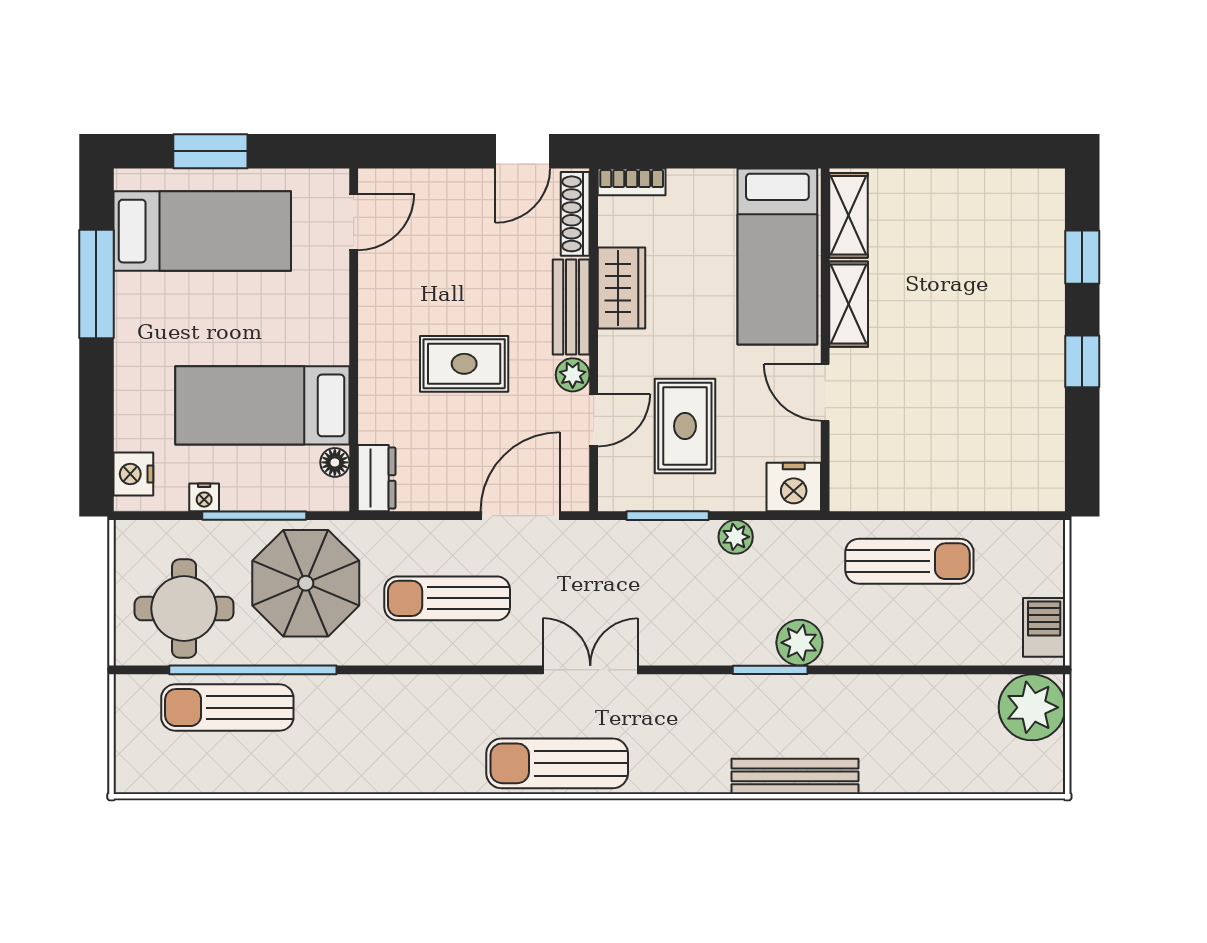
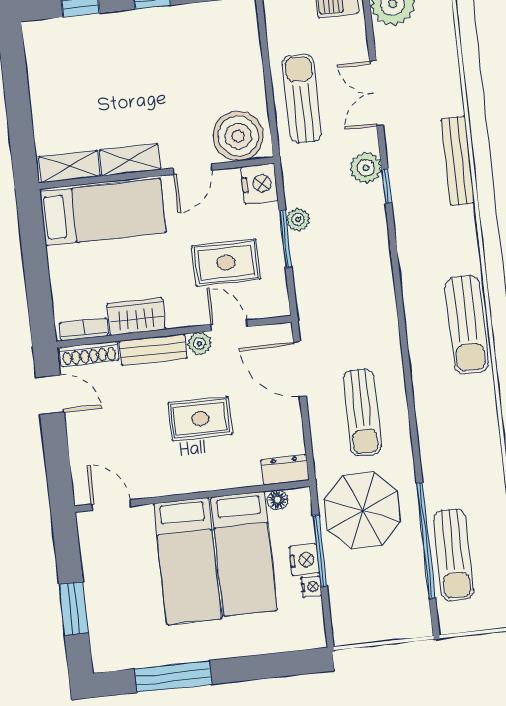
bookcase: (632, 182) -> (84, 329), moved, turned -90
bed: (202, 231) -> (187, 561), moved, turned 180
rug: (464, 364) -> (200, 419), turned 90
boiler: (866, 464) -> (238, 136), added
nightstand: (133, 474) -> (304, 560), moved, turned -90
window: (668, 516) -> (285, 239), moved
round table: (184, 609) -> (389, 592), removed
double door: (590, 670) -> (376, 93), moved
window: (770, 670) -> (387, 186), width x0.67

